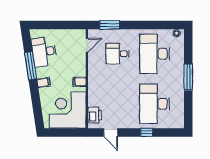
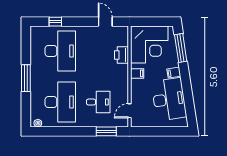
desk: (44, 52) -> (169, 99), width x1.36, depth x1.30
window: (31, 66) -> (181, 48), moved
printer: (95, 115) -> (122, 55), moved
window: (147, 132) -> (55, 22), moved

